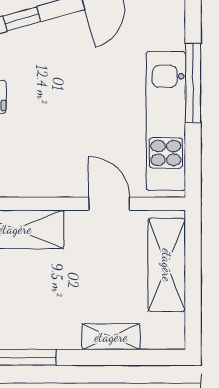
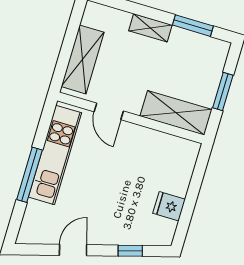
shelving: (111, 337) -> (150, 28), moved

